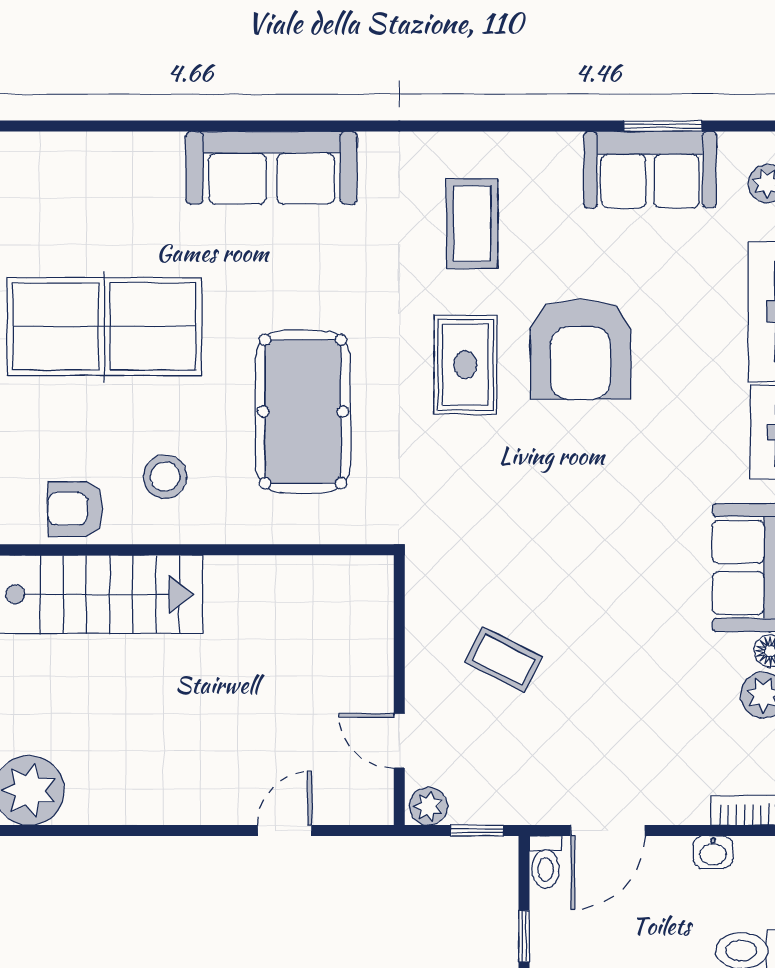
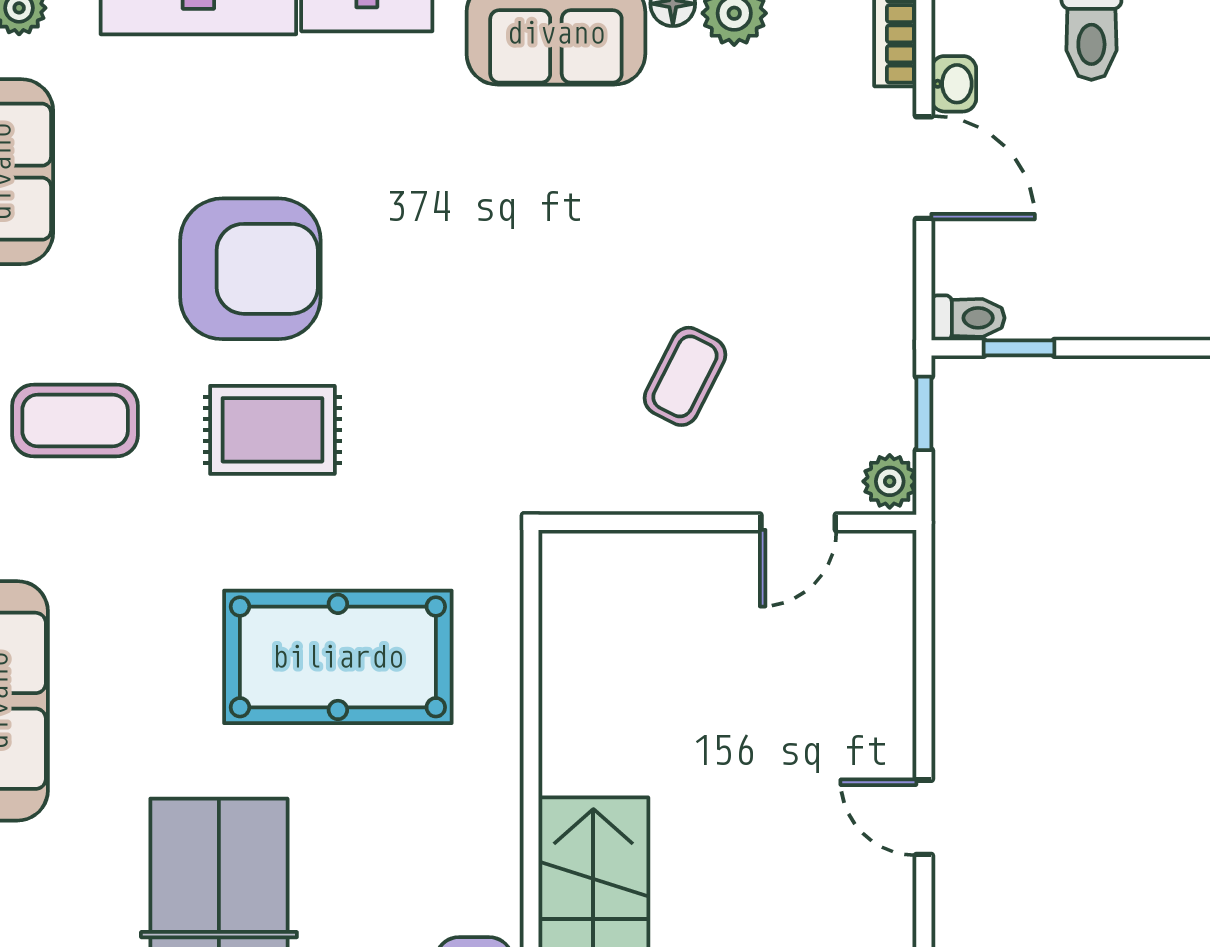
stool: (165, 477) -> (429, 850), removed
door: (285, 831) -> (924, 817), moved
door: (608, 831) -> (924, 168), moved
window: (524, 936) -> (1019, 348), moved

